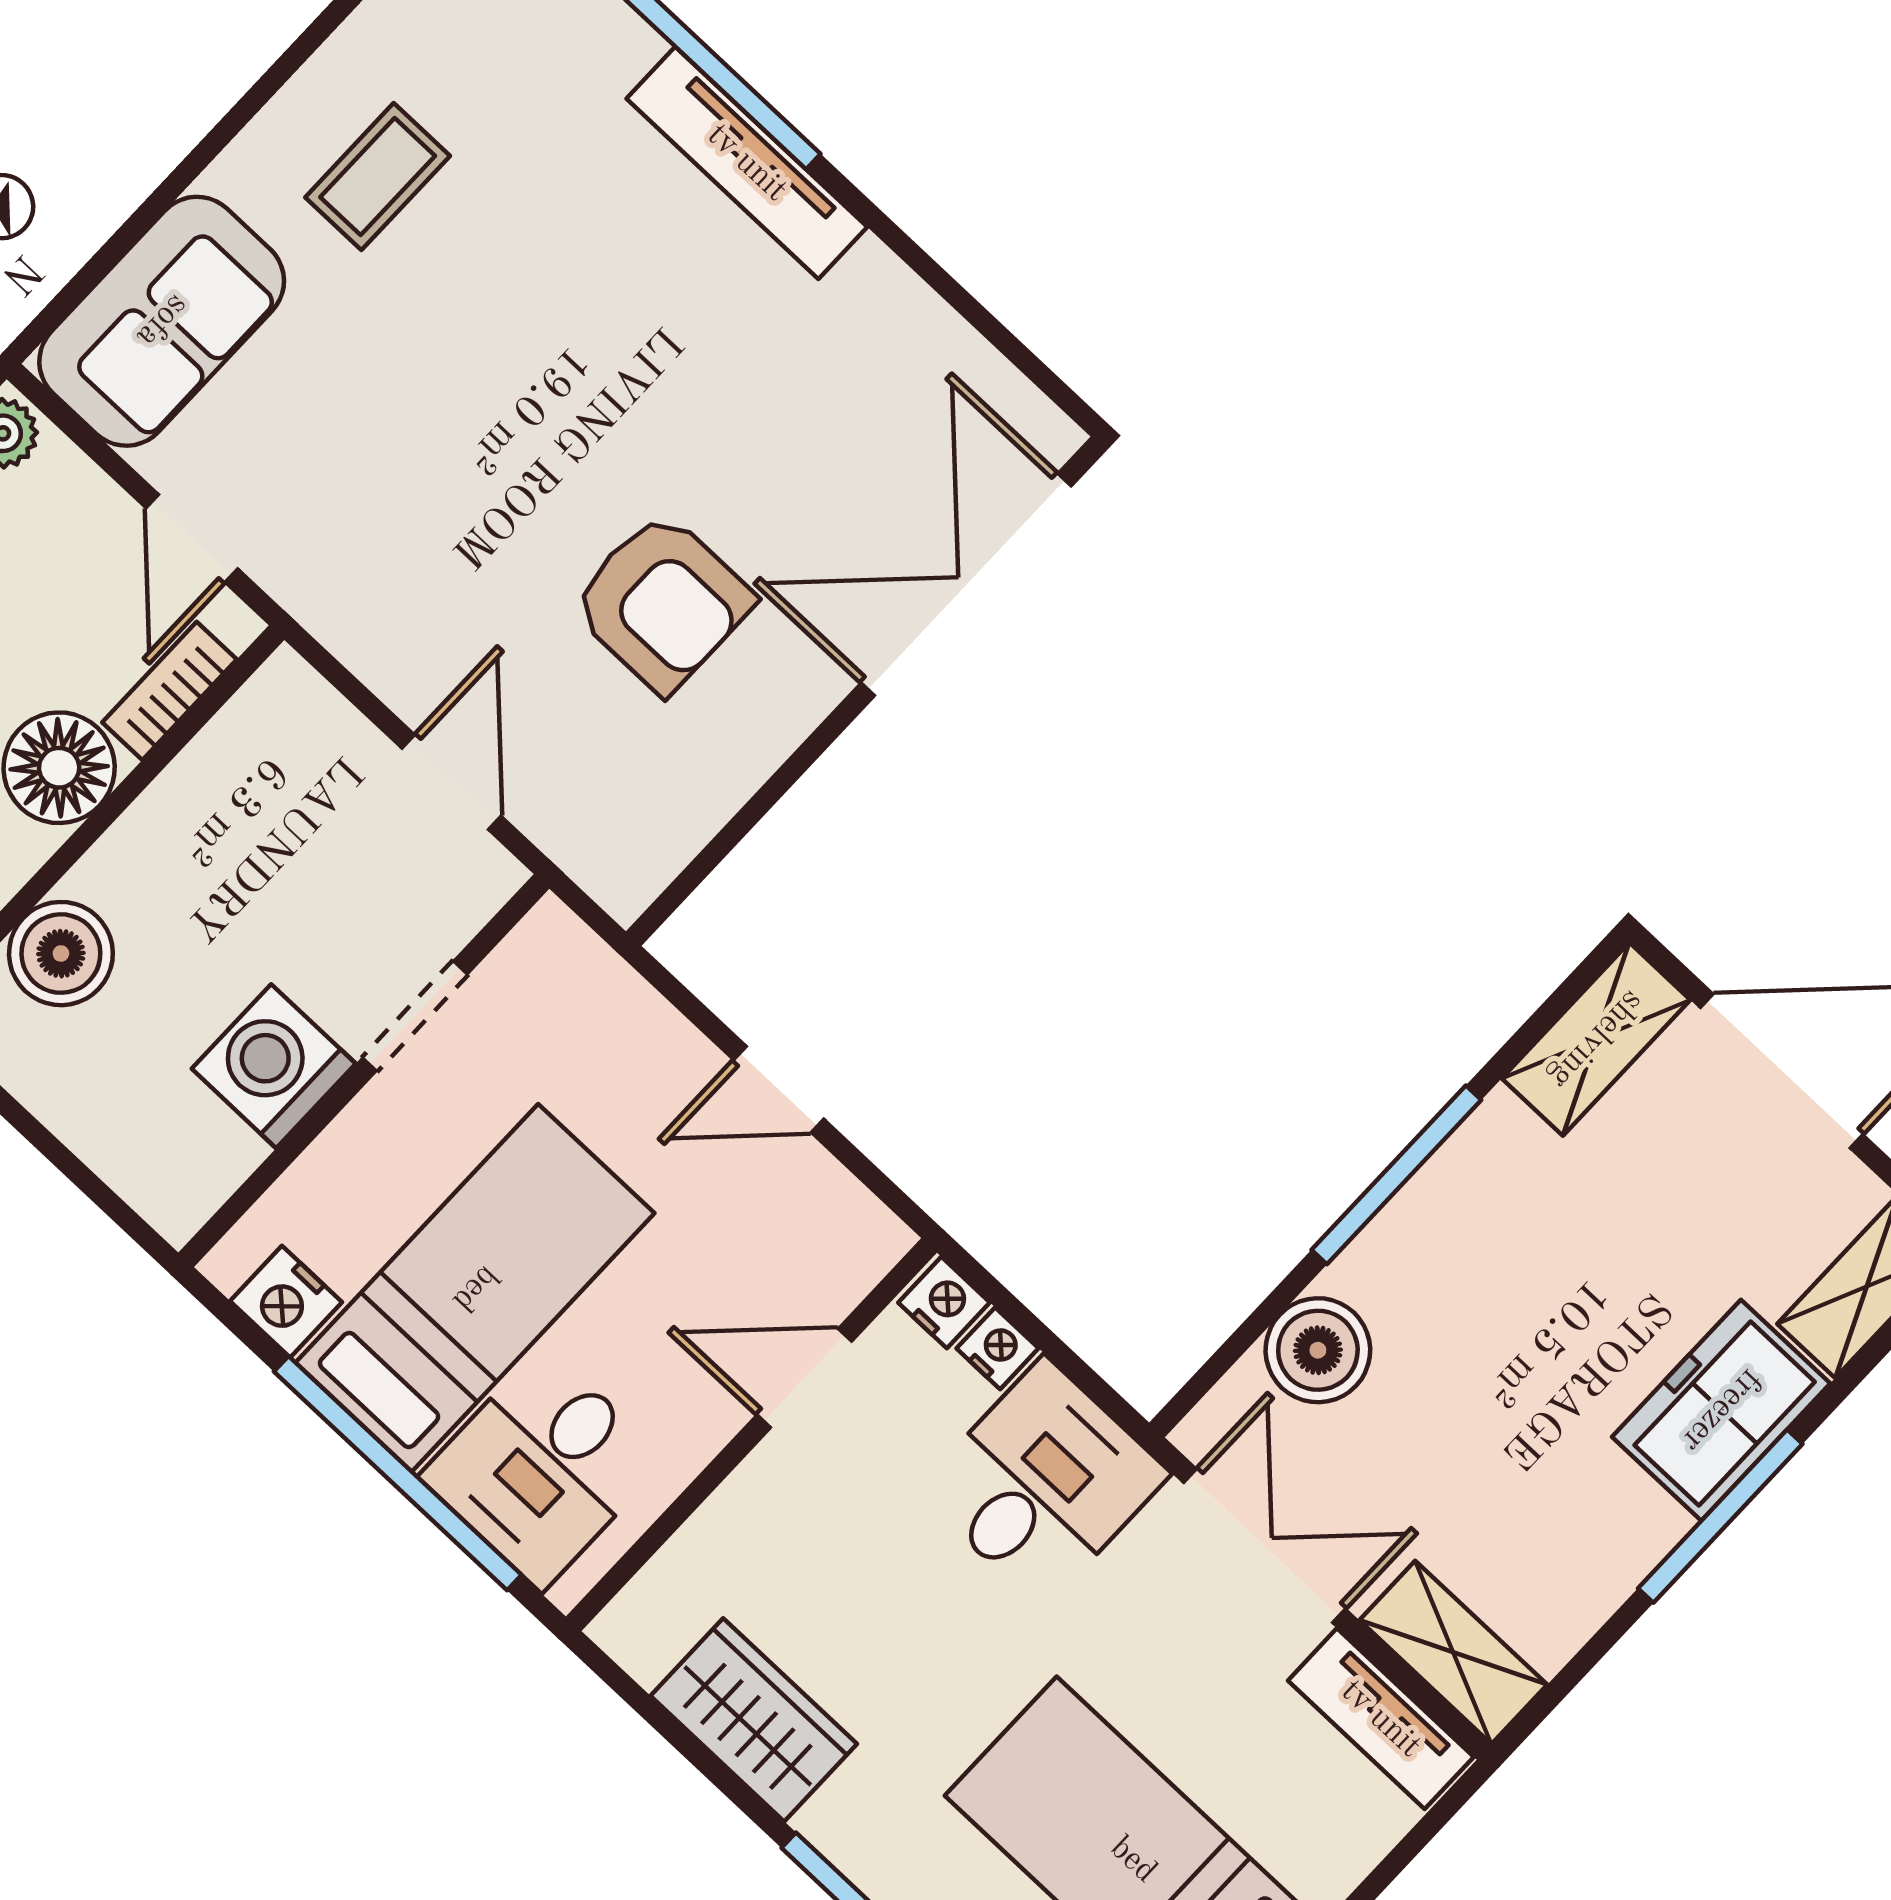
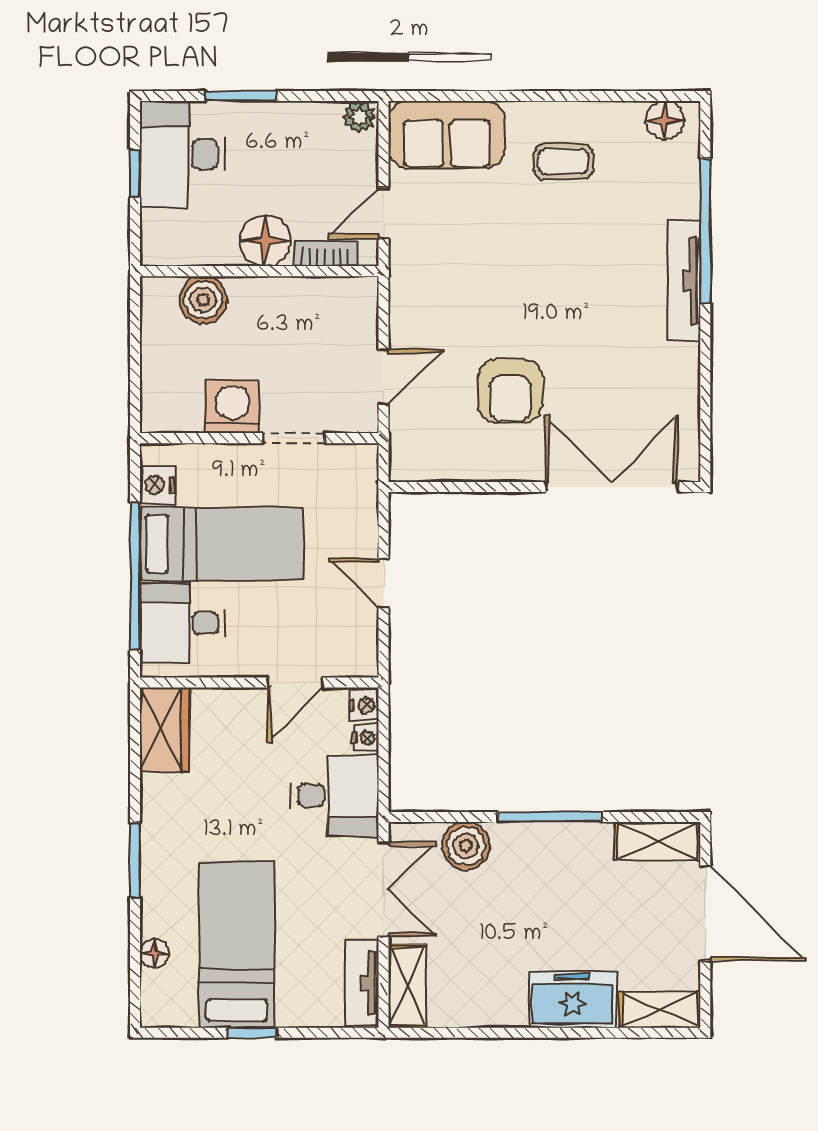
door: (804, 1378) -> (295, 683), swing flipped
window: (1720, 1516) -> (537, 1033), removed
wardrobe: (754, 1720) -> (164, 730), moved

